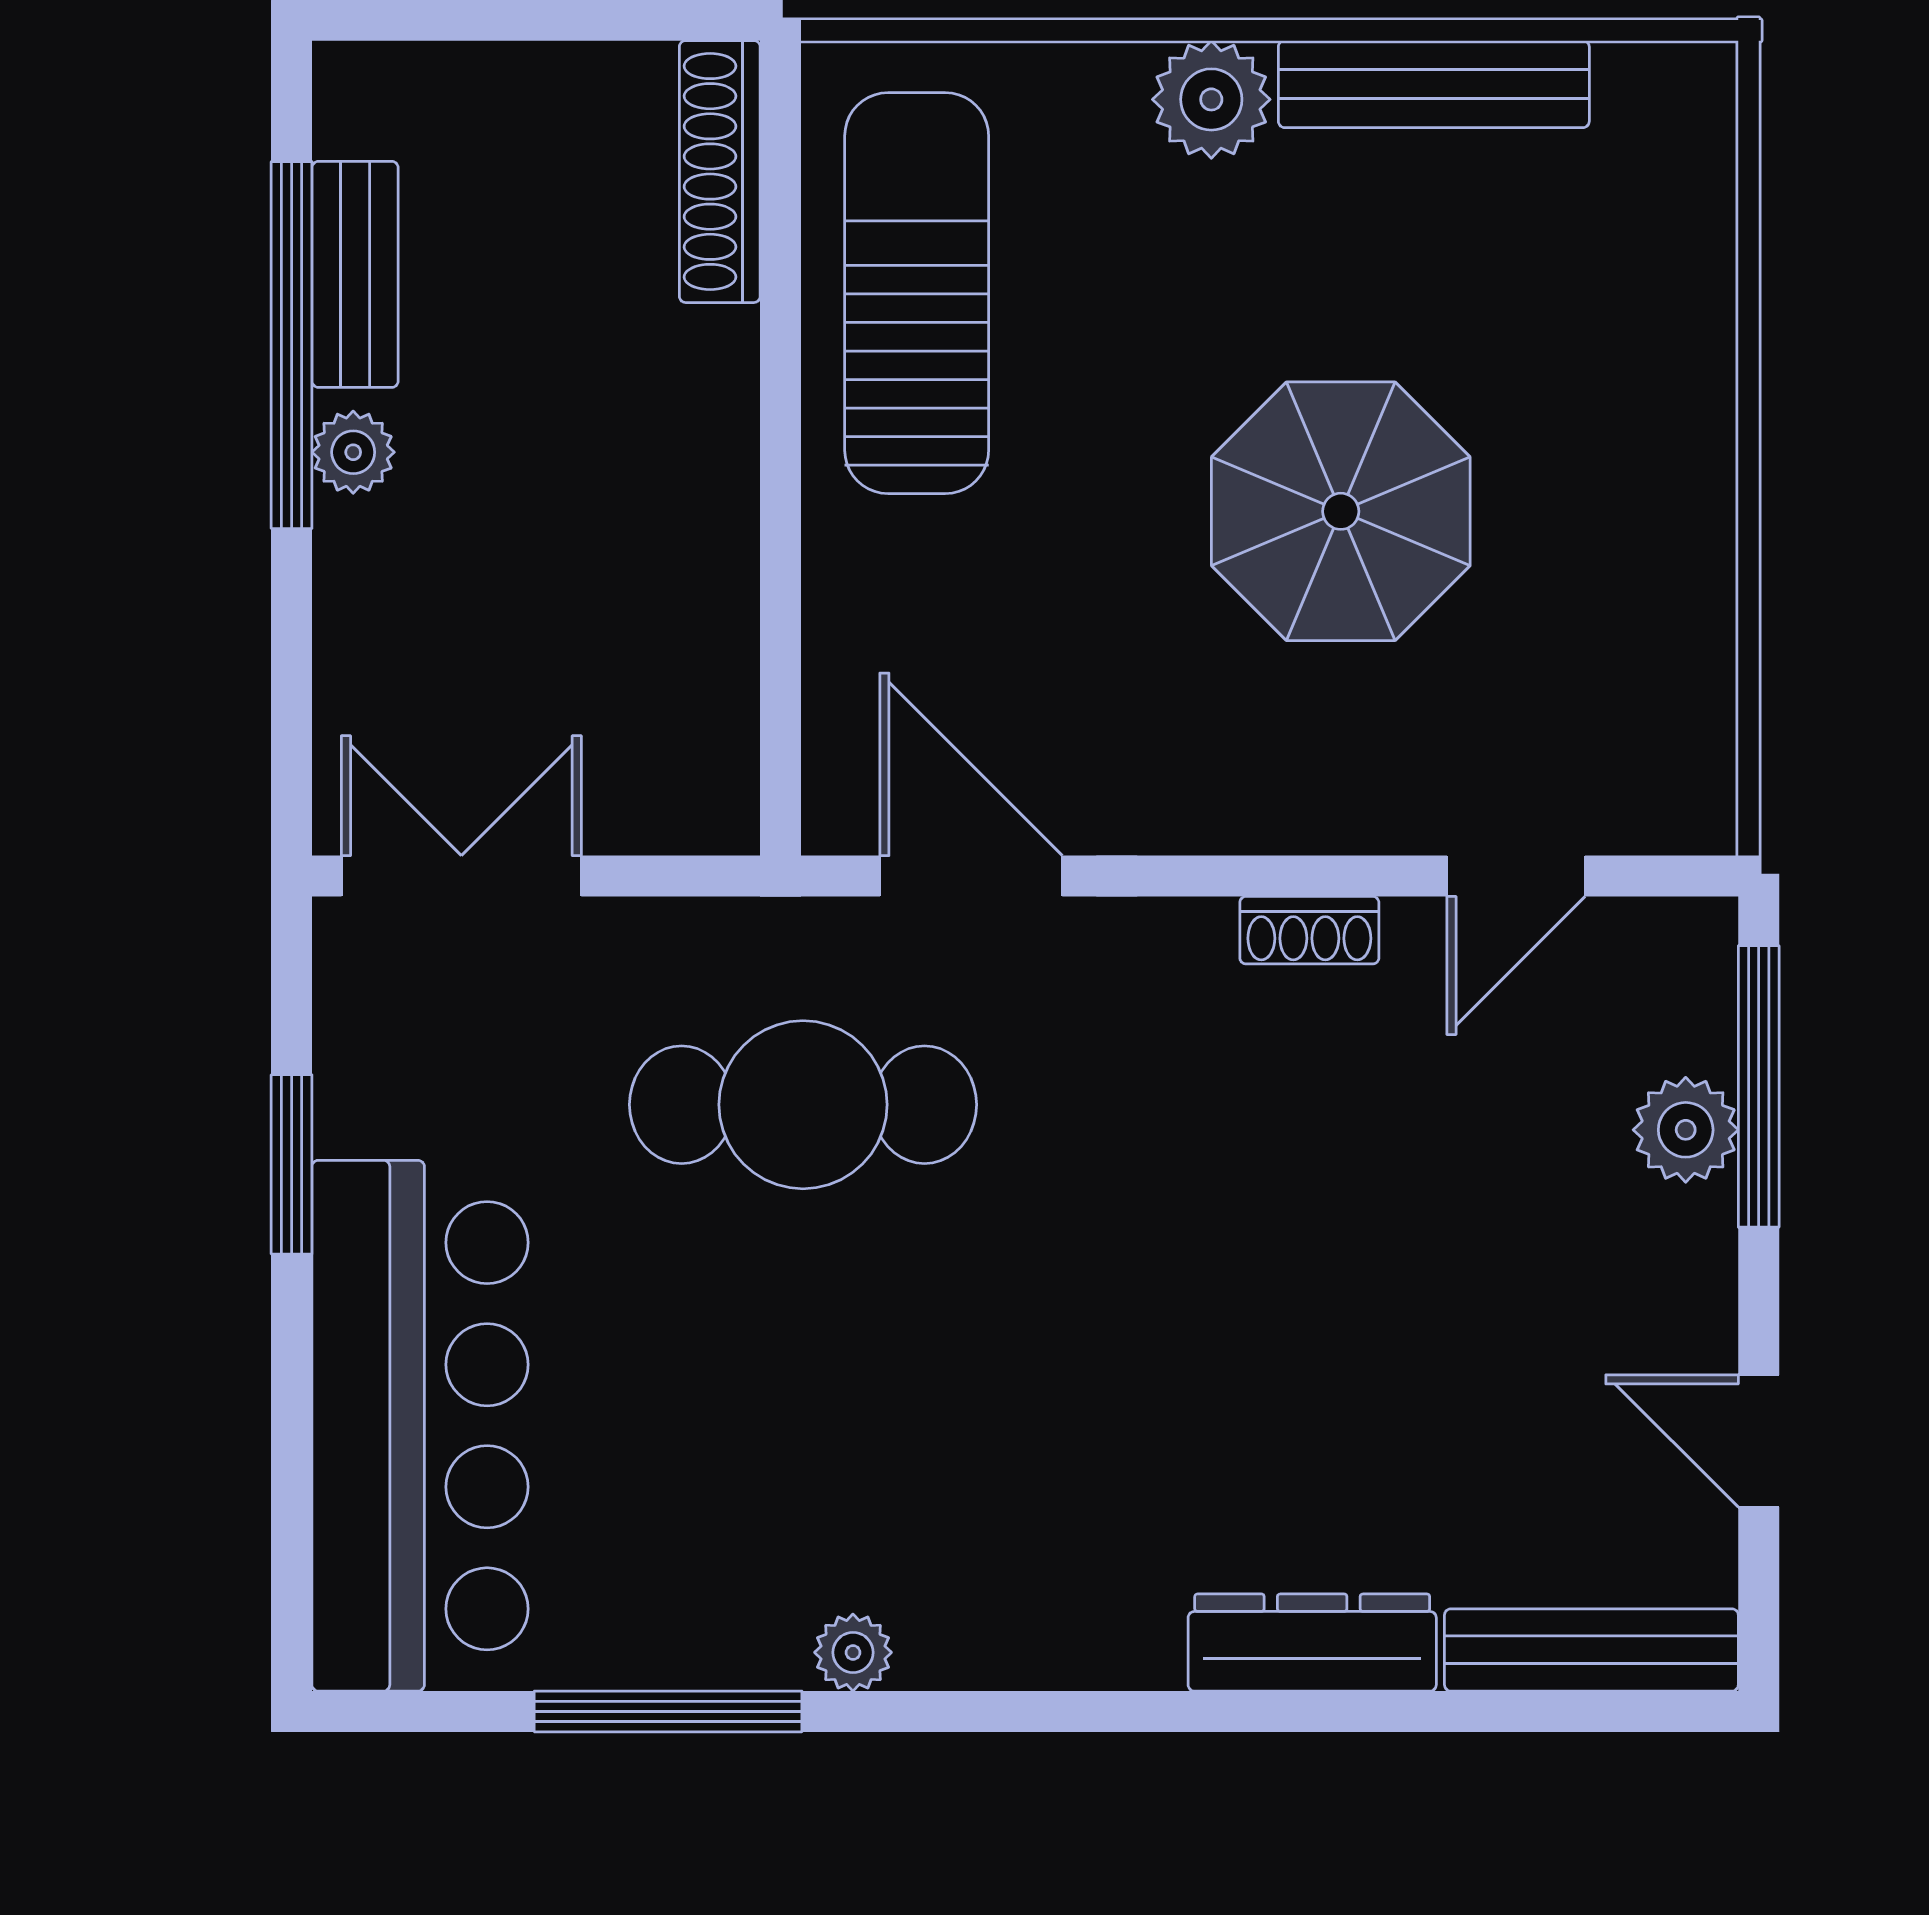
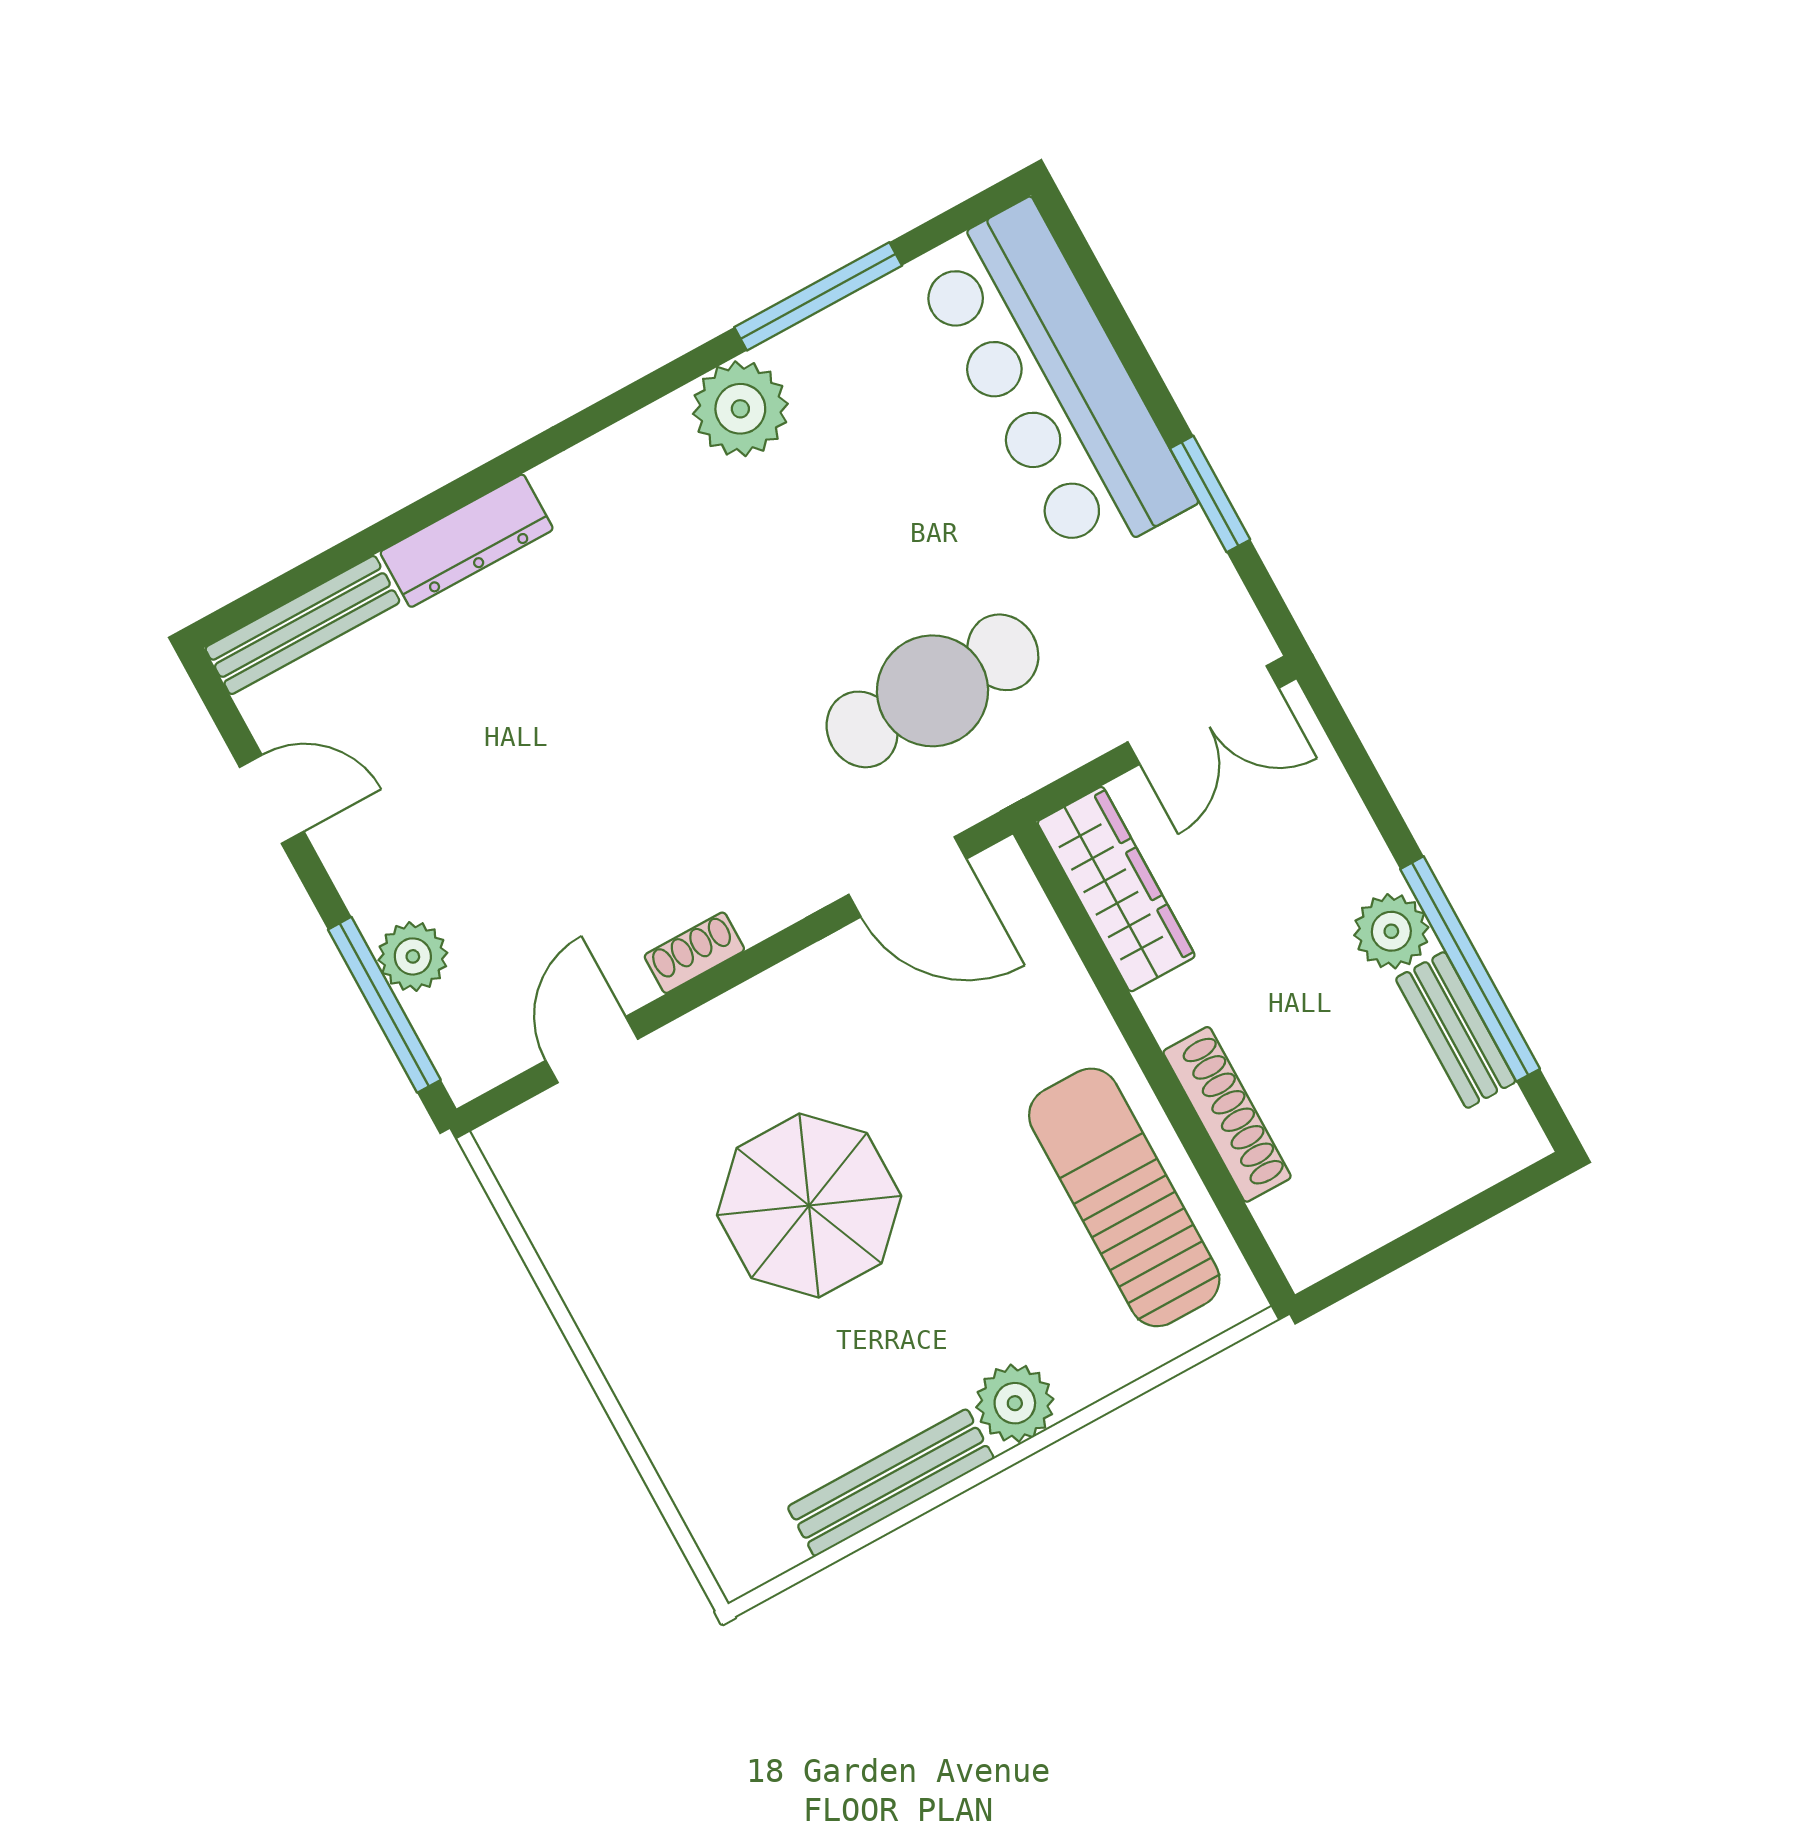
shoe rack: (720, 172) -> (1227, 1114), moved
sun lounger: (917, 293) -> (1124, 1197), turned 180
plant: (353, 452) -> (1391, 931), width x1.38, depth x1.38
wardrobe: (703, 708) -> (1116, 889), added
plant: (853, 1652) -> (740, 409), width x1.87, depth x1.87

